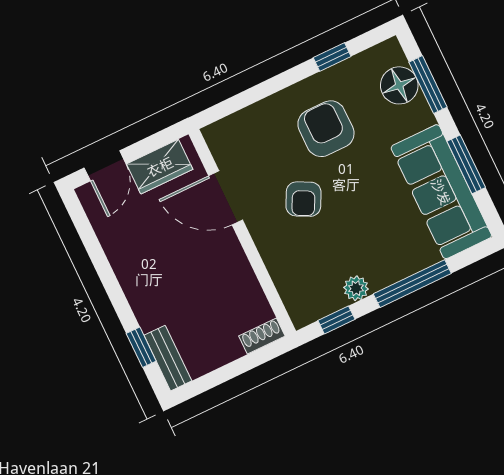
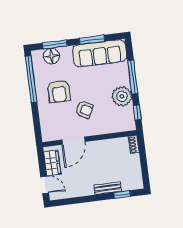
window: (332, 57) -> (31, 79), width x3.17
armchair: (326, 129) -> (59, 91), turned -90
plant: (356, 288) -> (122, 96), width x1.88, depth x1.88
bench: (168, 358) -> (108, 188), moved

